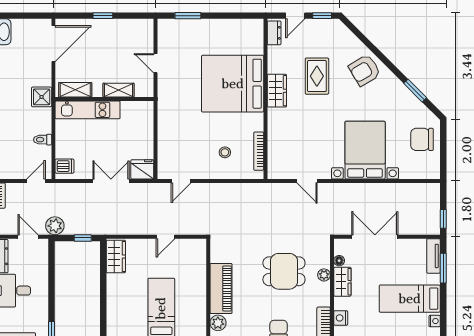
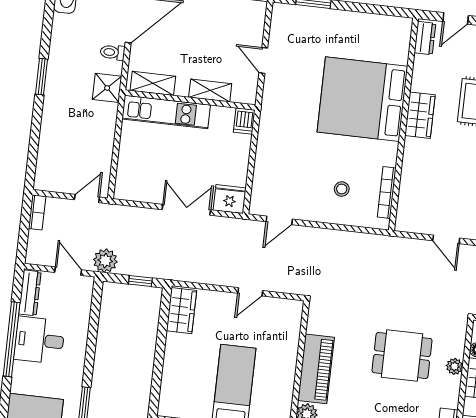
toilet: (43, 140) -> (113, 52), moved
dishwasher: (64, 166) -> (244, 121), moved, turned 90

